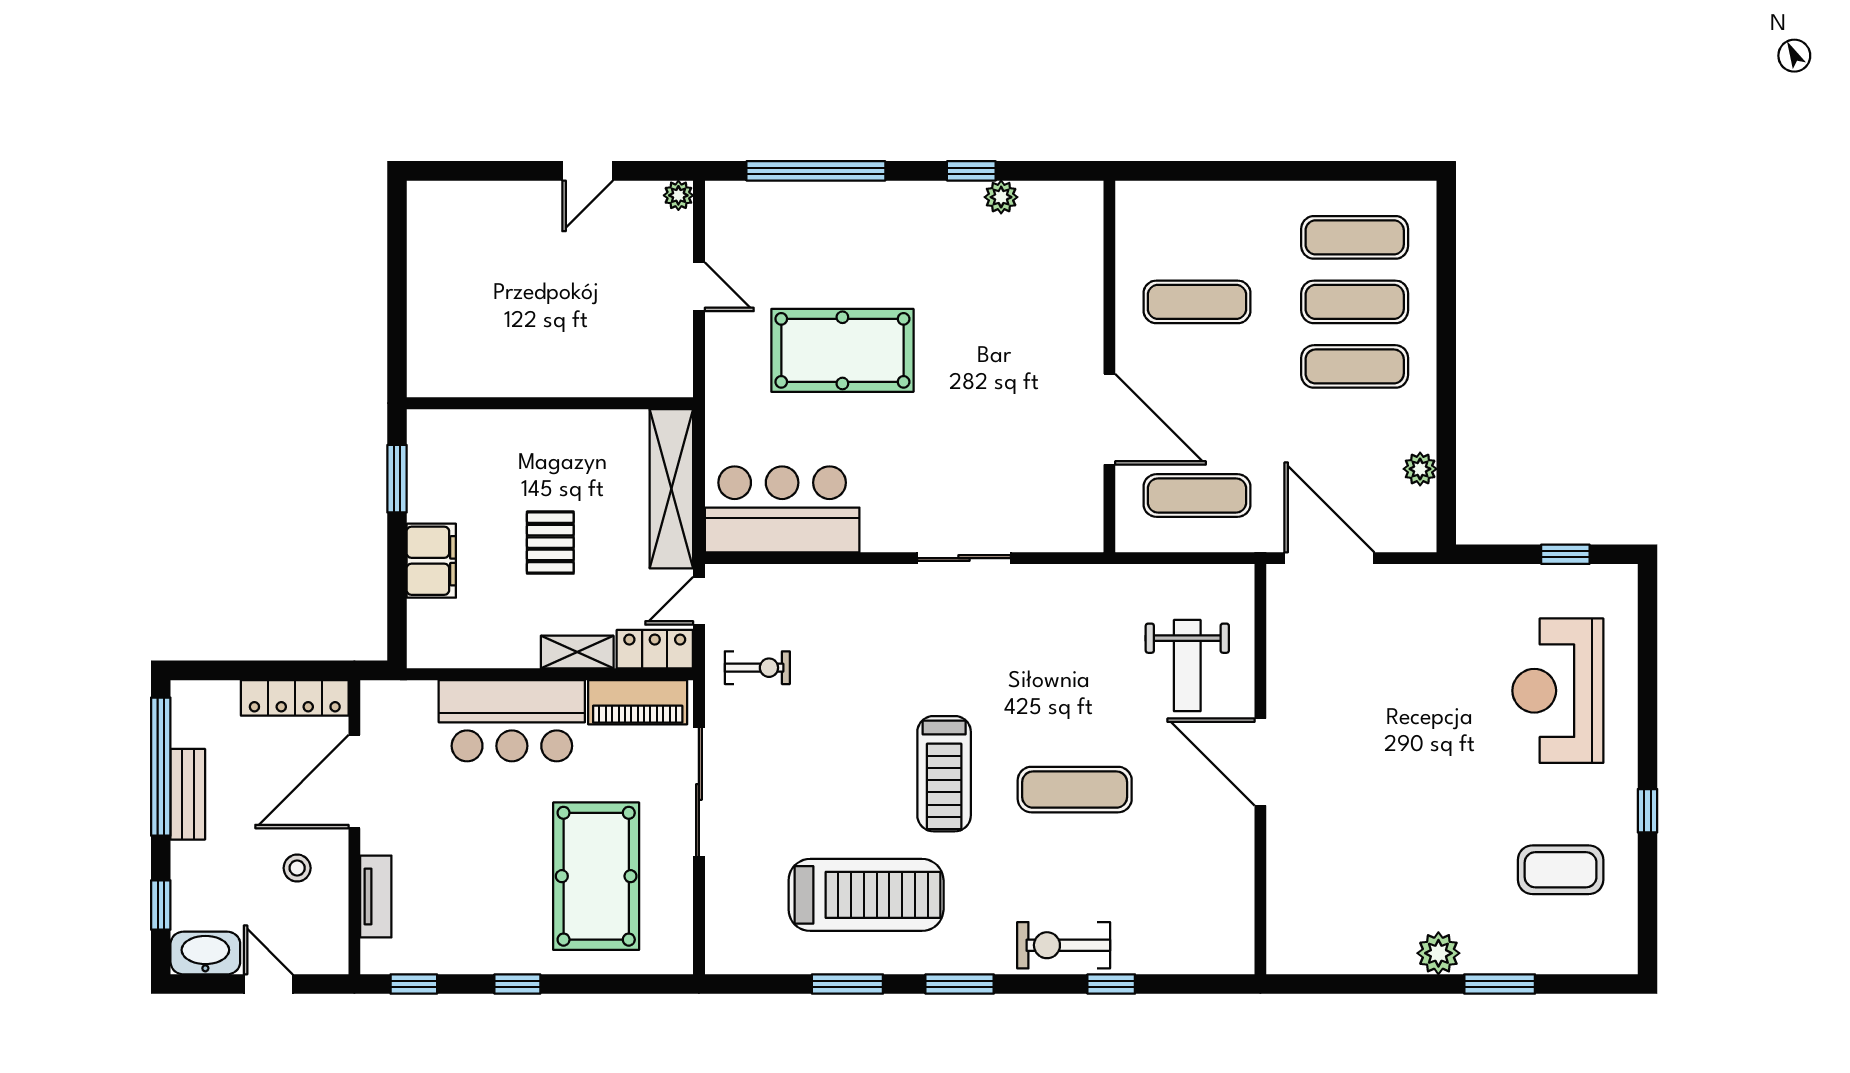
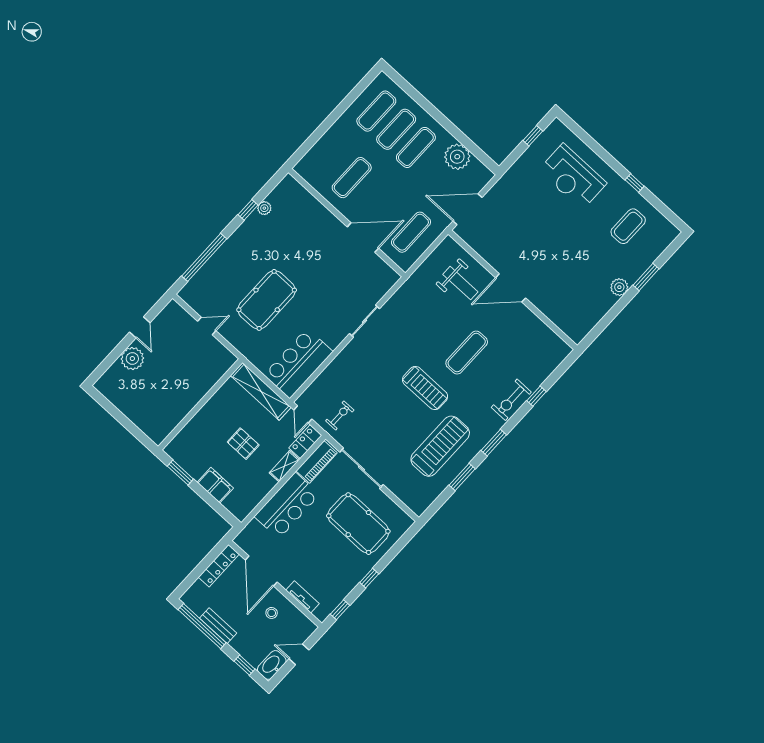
plant: (678, 195) -> (132, 359), moved, width x1.87, depth x1.87
plant: (1420, 469) -> (457, 157), width x1.88, depth x1.88

